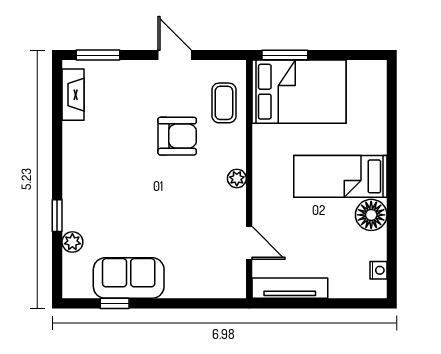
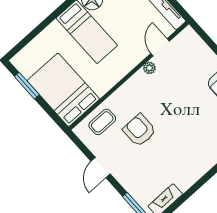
window: (285, 55) -> (27, 86), moved
plant: (237, 178) -> (149, 68), moved

